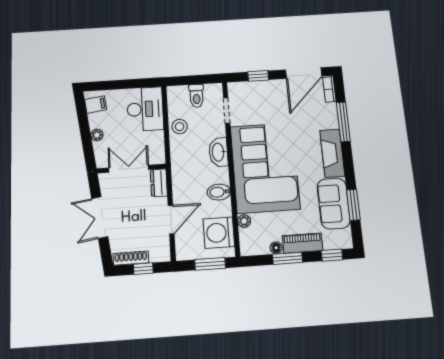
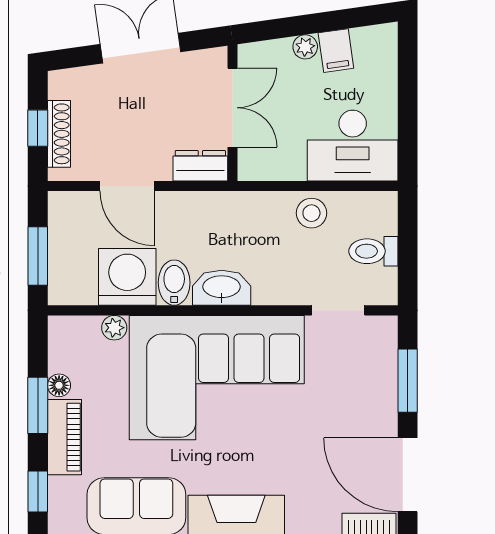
window: (258, 76) -> (408, 381), width x1.50
filing cabinet: (96, 105) -> (336, 51), moved
washbasin: (219, 152) -> (222, 288), moved
washing machine: (219, 233) -> (127, 277), moved
shoe rack: (131, 258) -> (59, 134), moved

